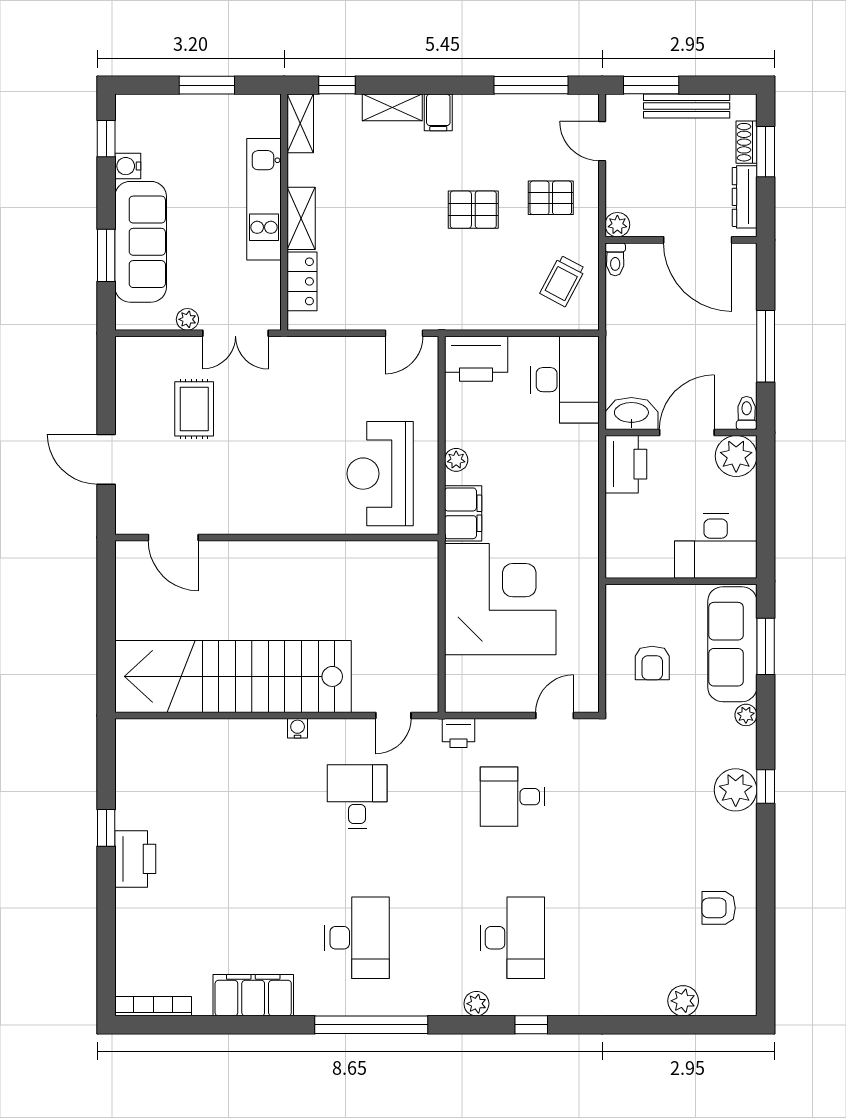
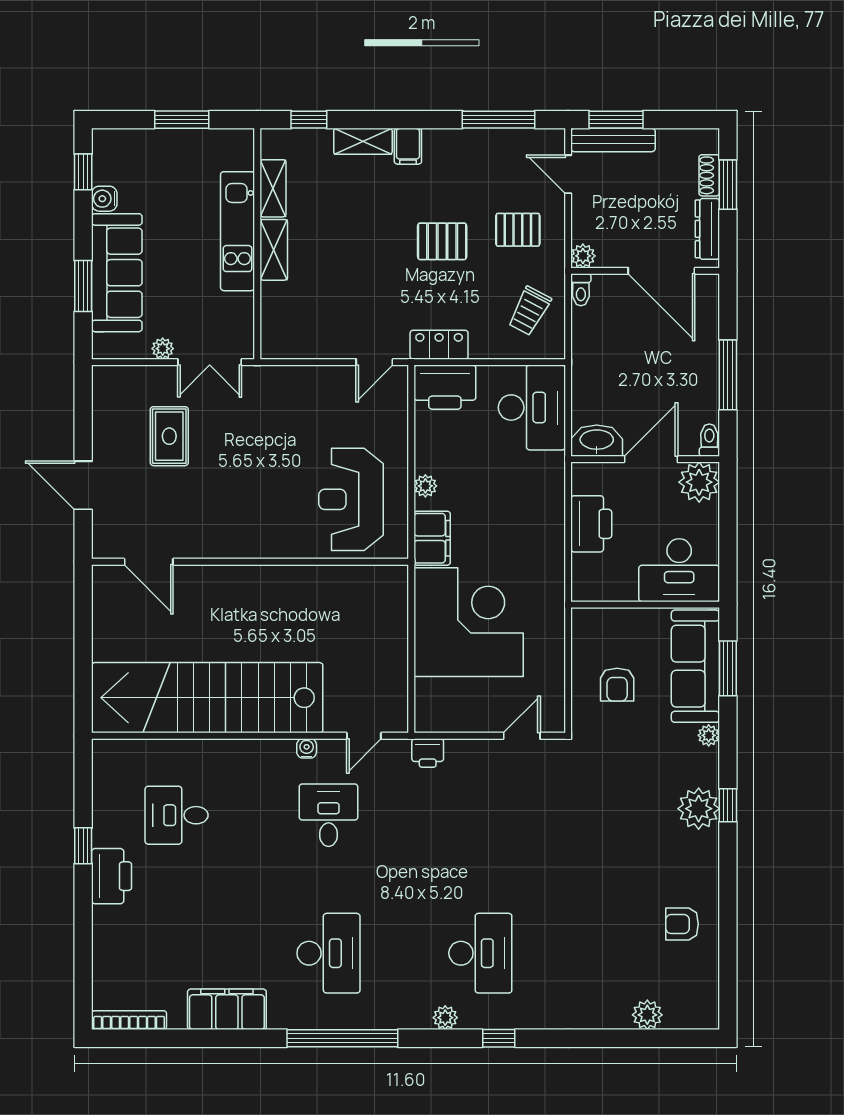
bench: (687, 106) -> (613, 140), moved
shelving: (300, 123) -> (273, 188), moved
locker: (302, 281) -> (439, 345), moved, turned -90
printer: (626, 464) -> (591, 524), moved
water cooler: (298, 728) -> (307, 748), moved
desk: (512, 797) -> (177, 815), moved

